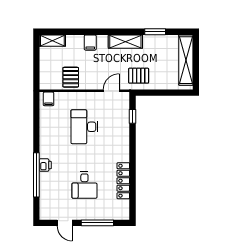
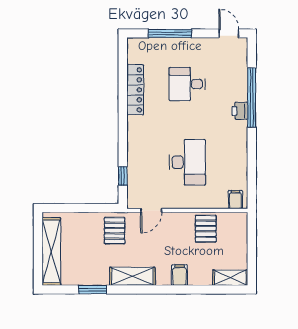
pallet: (139, 76) -> (115, 231), turned 90
desk: (84, 185) -> (187, 84), turned -90
door: (65, 223) -> (229, 33), moved

